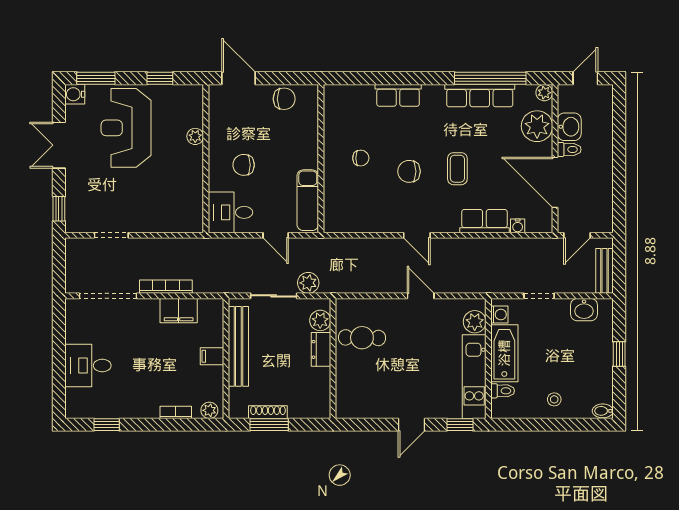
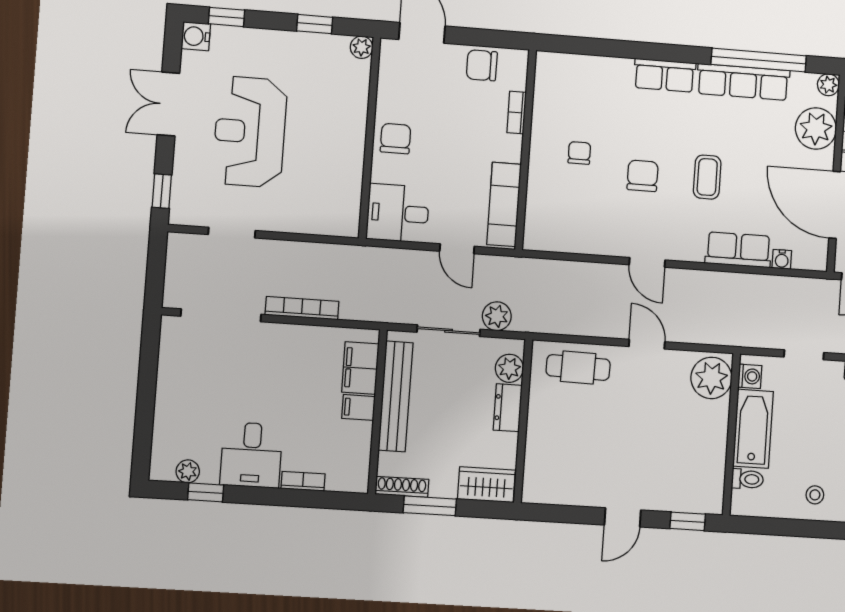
window: (96, 78) -> (227, 17), width x0.67
row of seats: (398, 95) -> (665, 75), moved
chair: (284, 99) -> (482, 65), turned 180
reception desk: (126, 128) -> (250, 132), moved
bookcase: (312, 132) -> (517, 112), added
plant: (195, 136) -> (362, 47), moved
chair: (361, 158) -> (579, 153), turned -90
chair: (244, 165) -> (396, 139), moved, turned 90
chair: (409, 171) -> (643, 176), turned 90
filing cabinet: (179, 311) -> (360, 368), moved, turned 90
plant: (475, 322) -> (711, 378), width x1.36, depth x1.36
cafe table: (362, 338) -> (578, 367), moved
desk: (88, 365) -> (251, 455), moved, turned -90
kitchen unit: (474, 377) -> (711, 458), removed
wardrobe: (309, 407) -> (486, 485), added
plant: (209, 410) -> (188, 471), moved
shoe rack: (268, 412) -> (402, 487), moved

